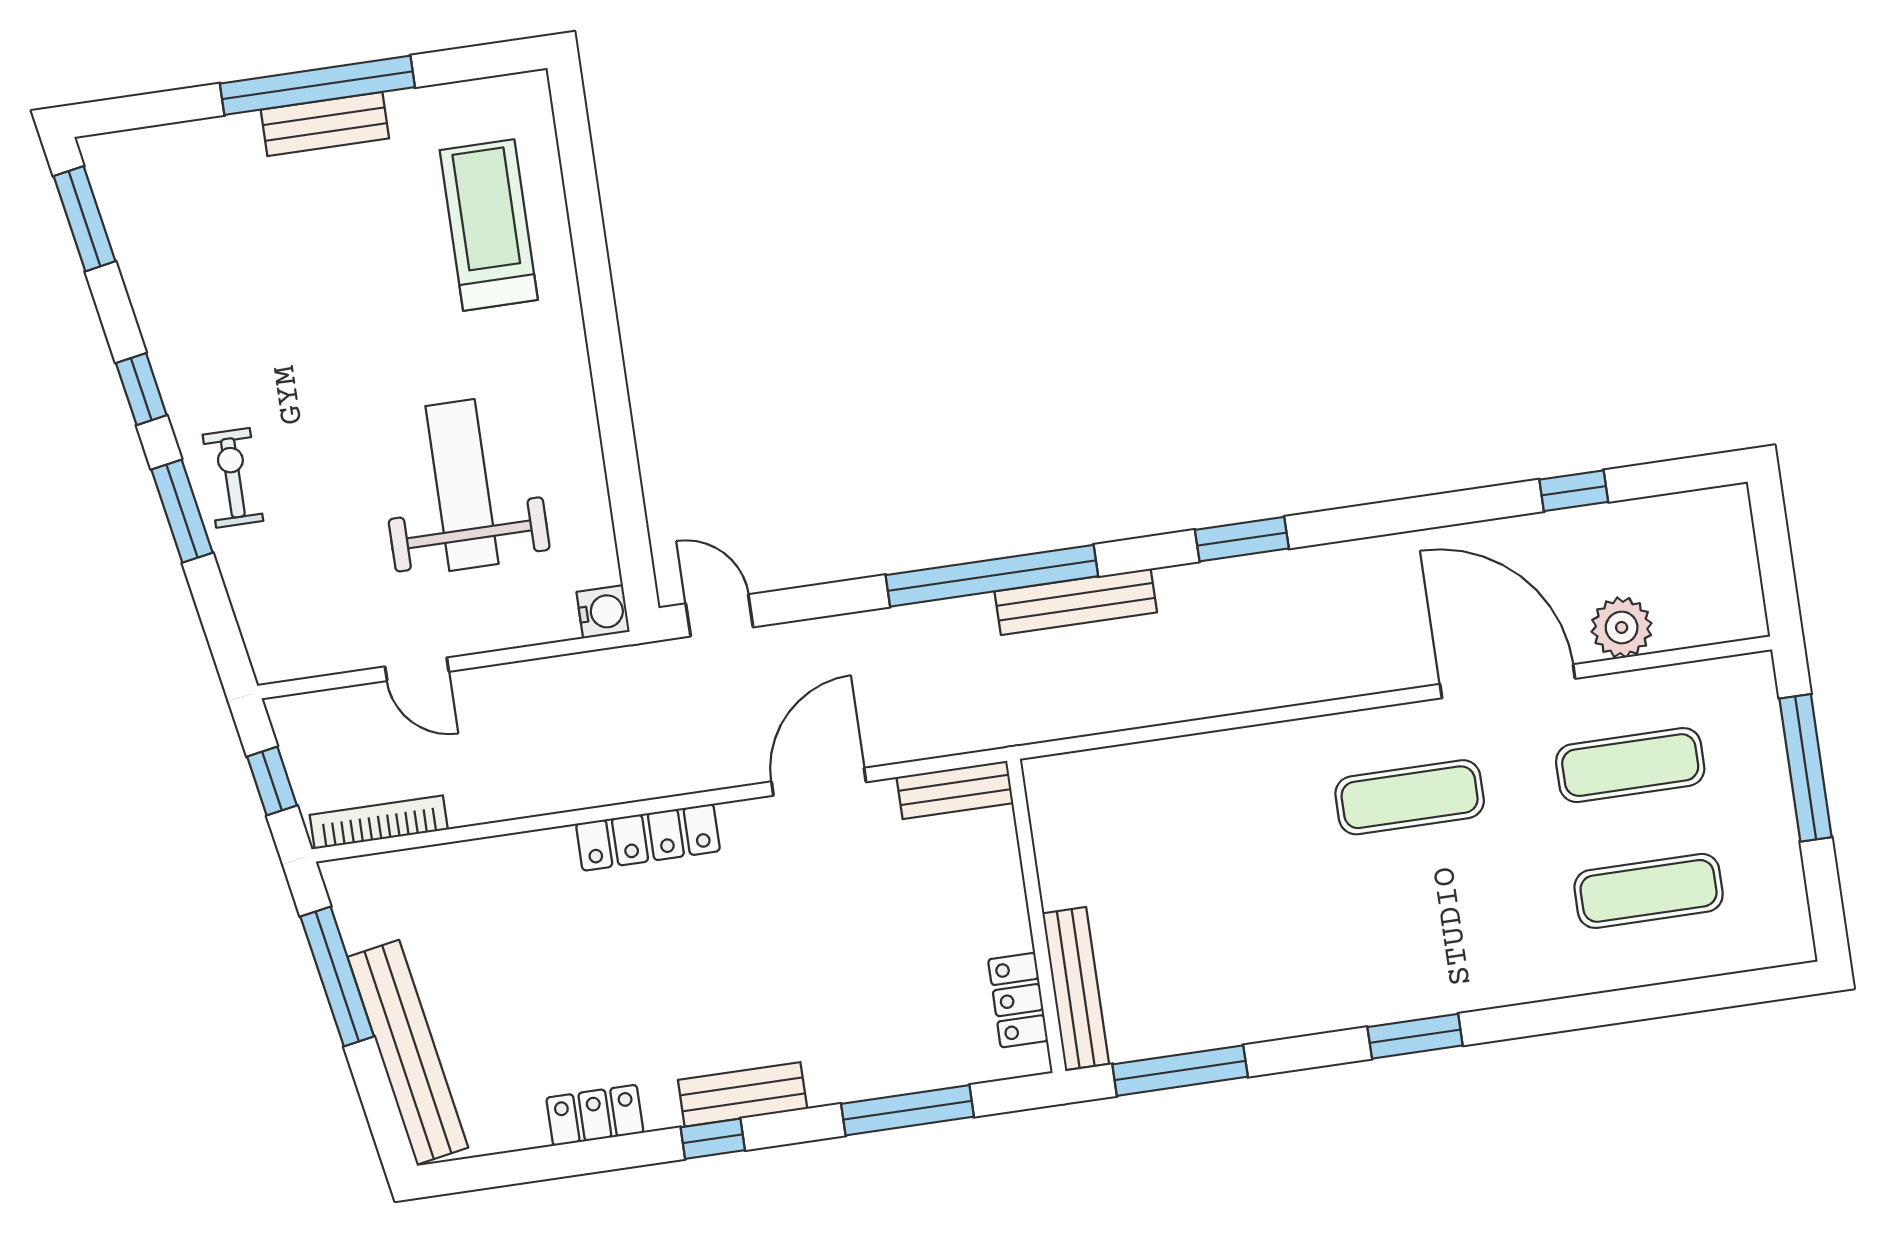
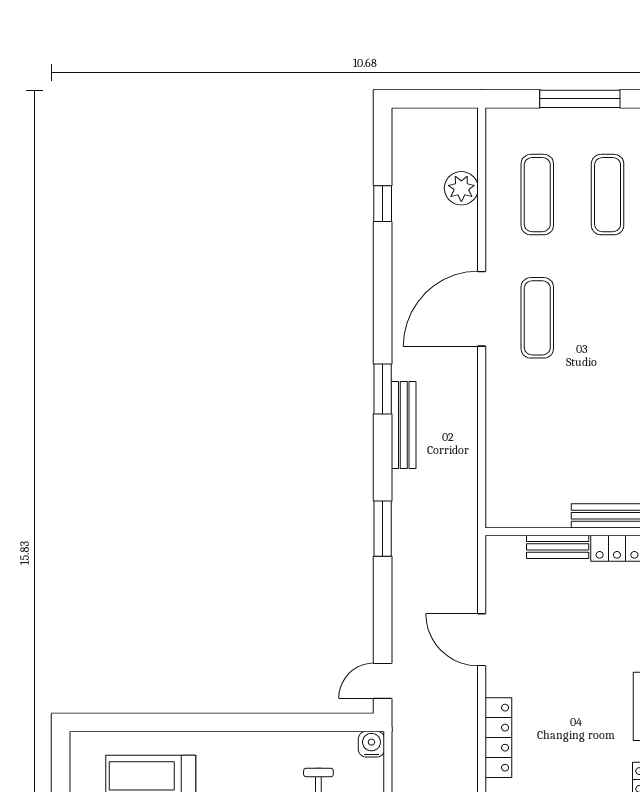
window: (992, 576) -> (383, 529), width x0.47
bench: (1076, 602) -> (404, 425), moved
door: (1508, 681) -> (482, 309), moved
window: (1806, 768) -> (580, 99), moved
bench: (955, 790) -> (558, 547), moved, turned 90

